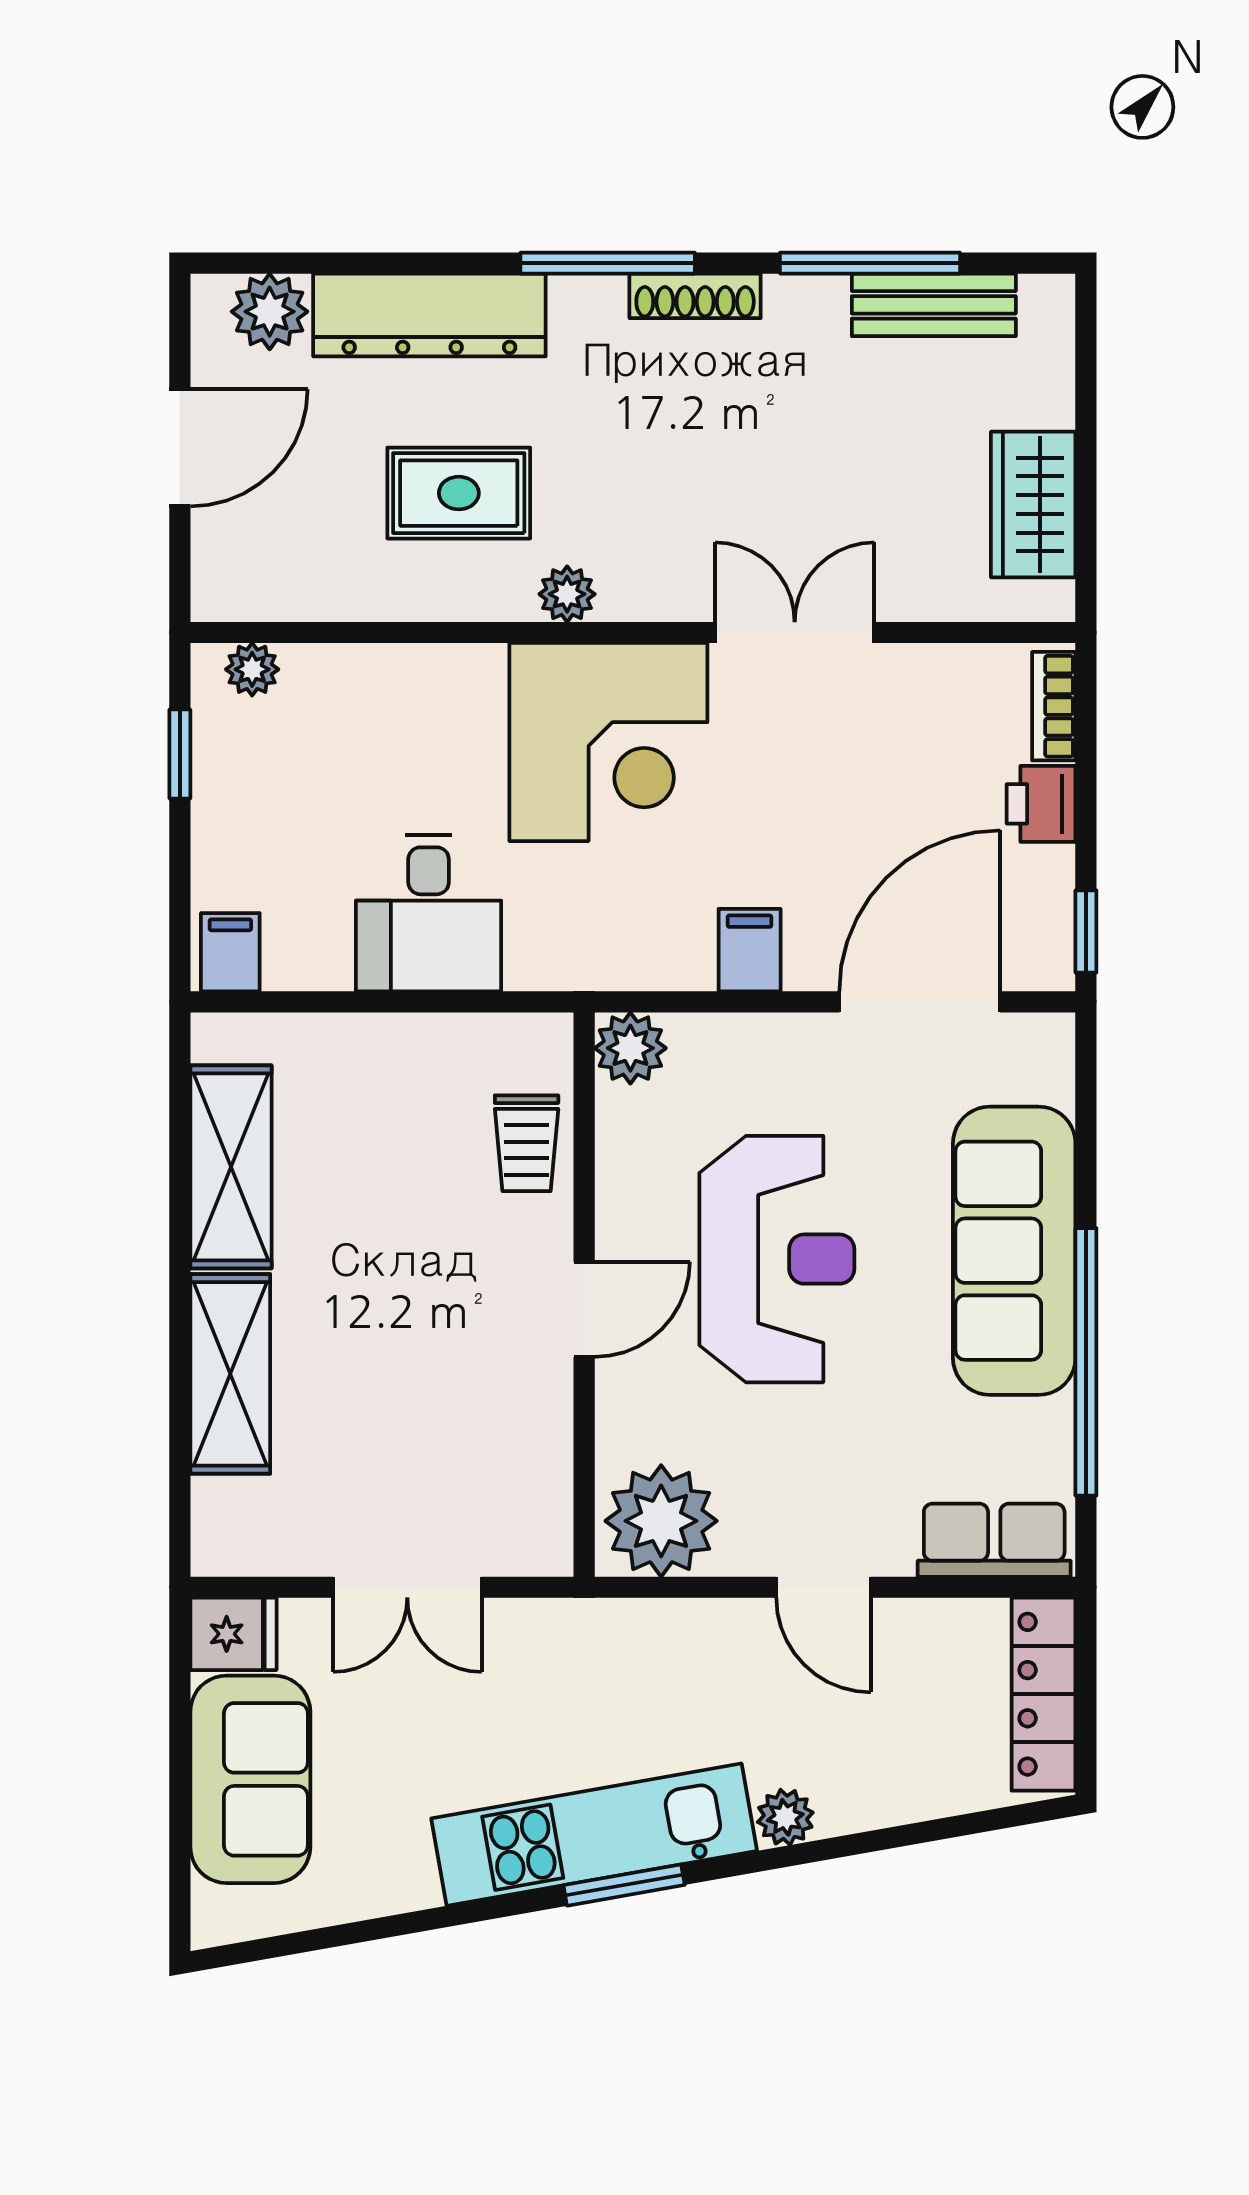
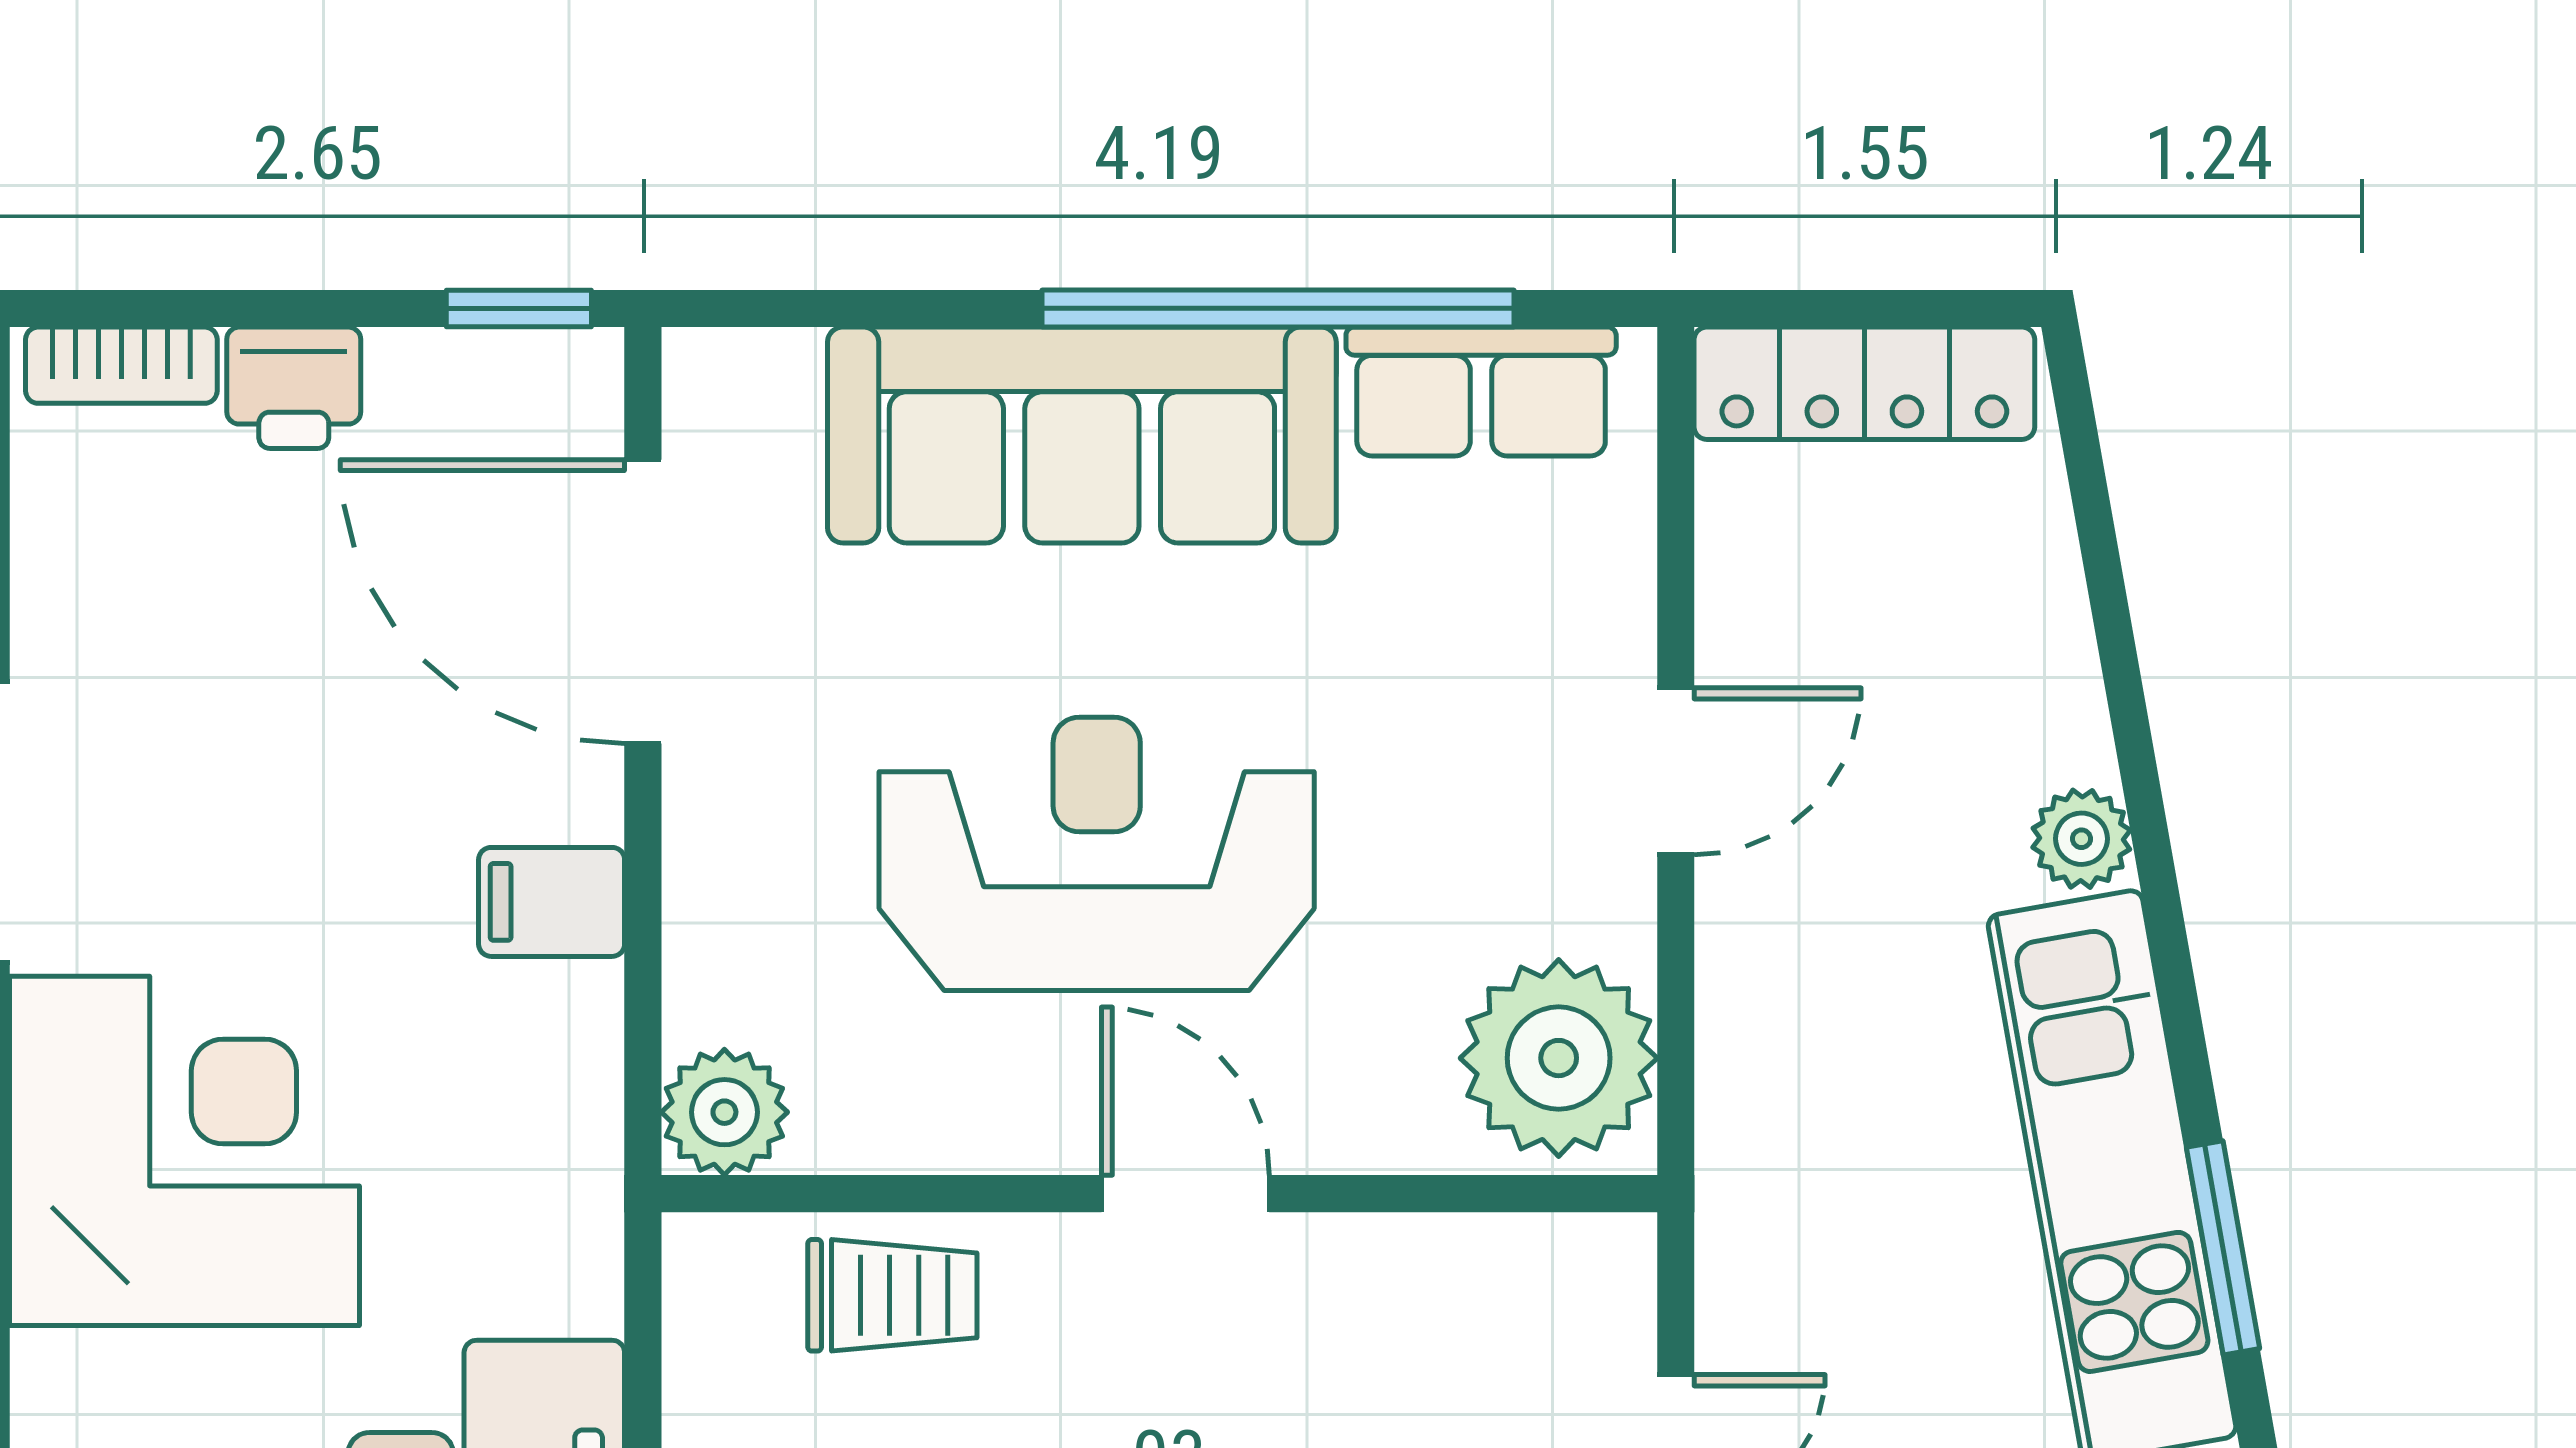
row of seats: (994, 1540) -> (1481, 391), moved, turned -90
window: (624, 1885) -> (2223, 1248), moved

